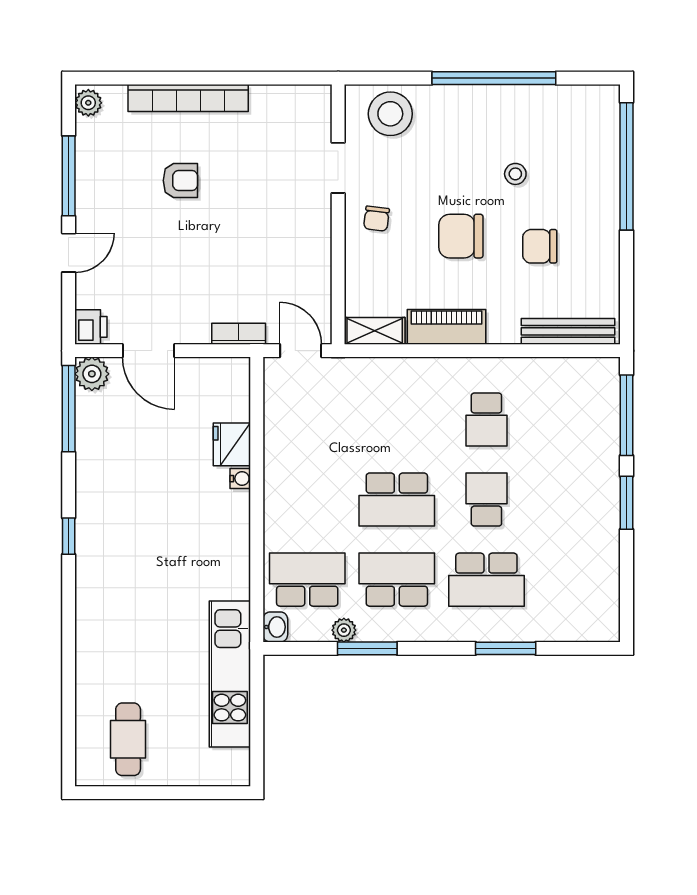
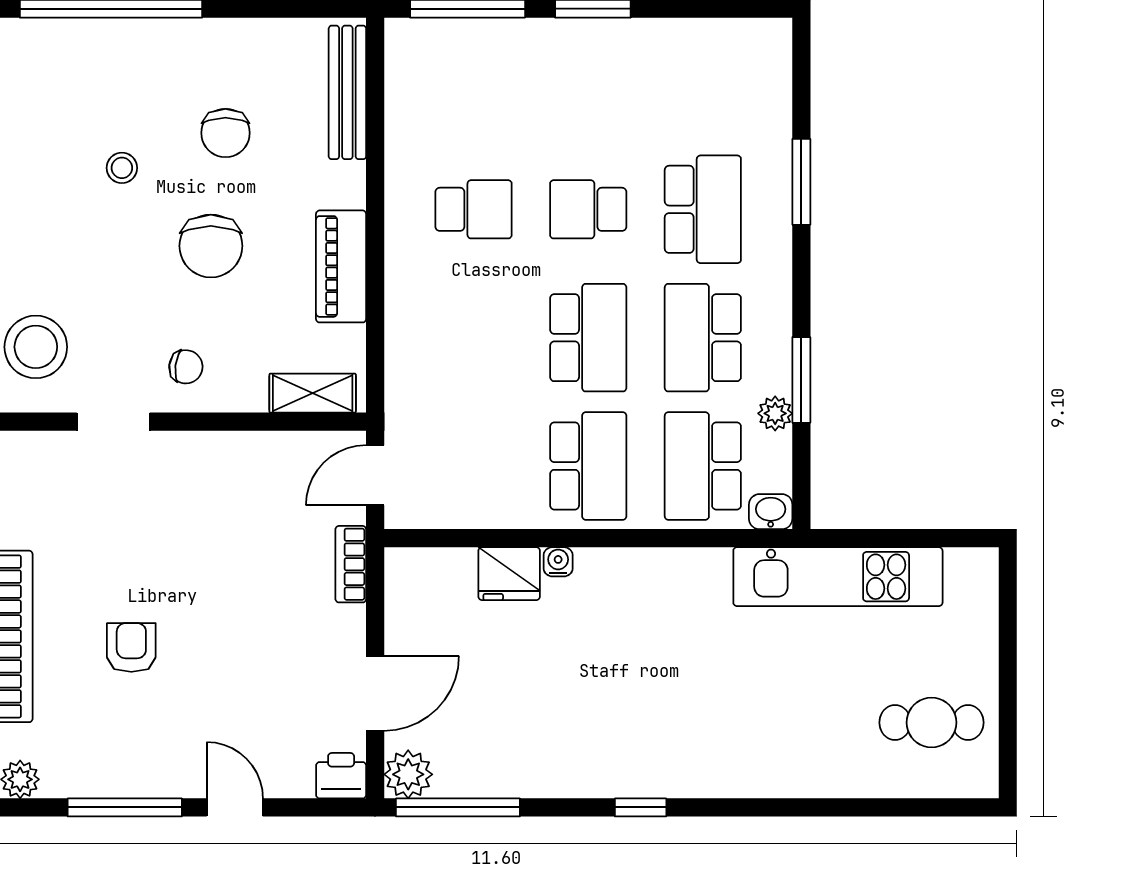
shelving: (375, 331) -> (313, 393), moved, turned 90
school desk: (307, 500) -> (588, 466), added

